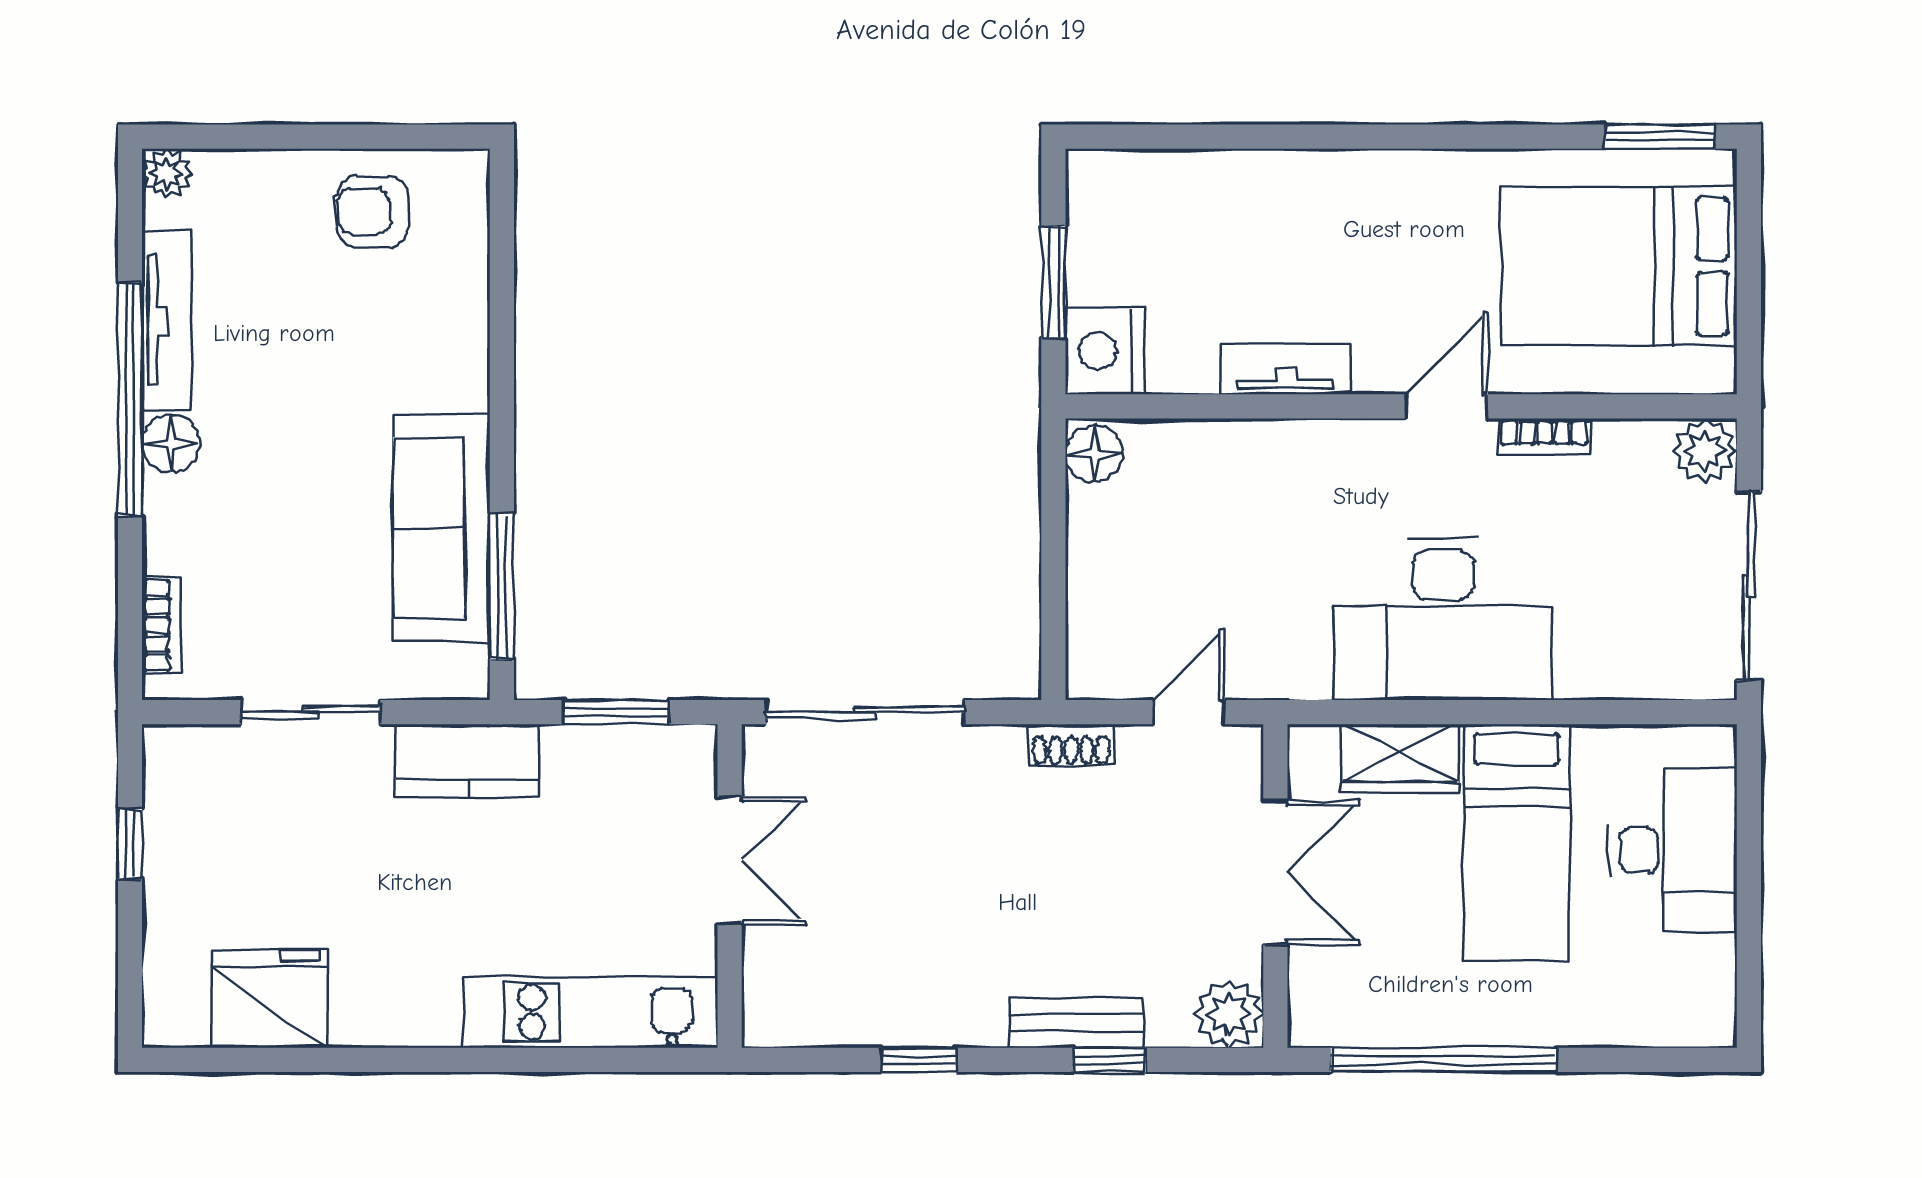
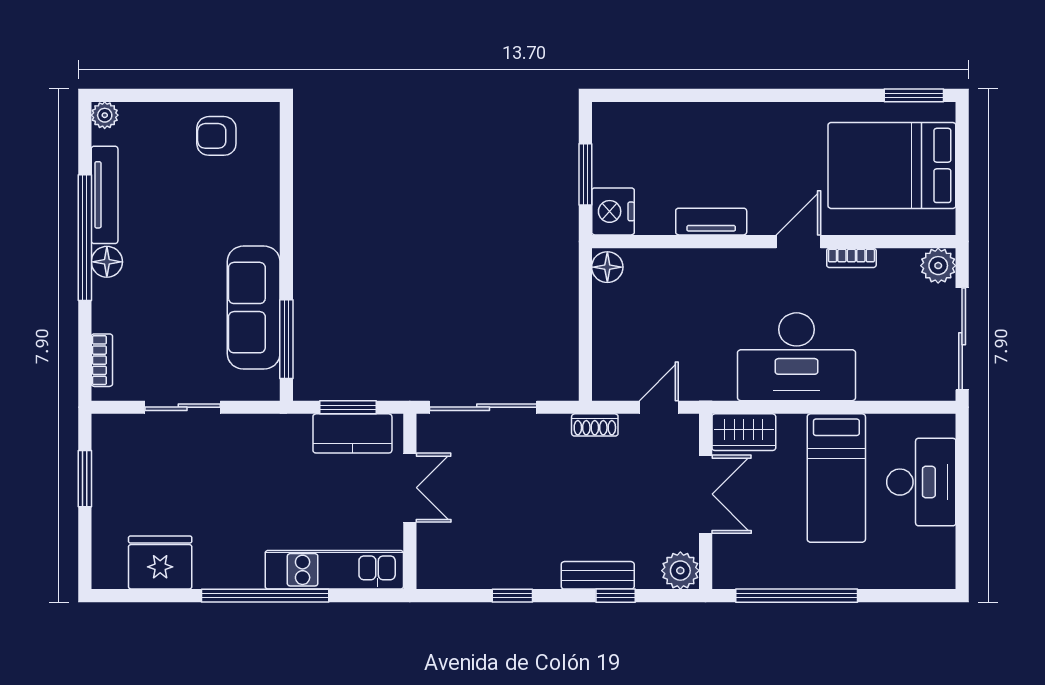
wardrobe: (1400, 758) -> (744, 432), moved
kitchen counter: (468, 760) -> (352, 433), moved
window: (130, 844) -> (85, 479), width x1.50
window: (463, 1060) -> (265, 596), added

